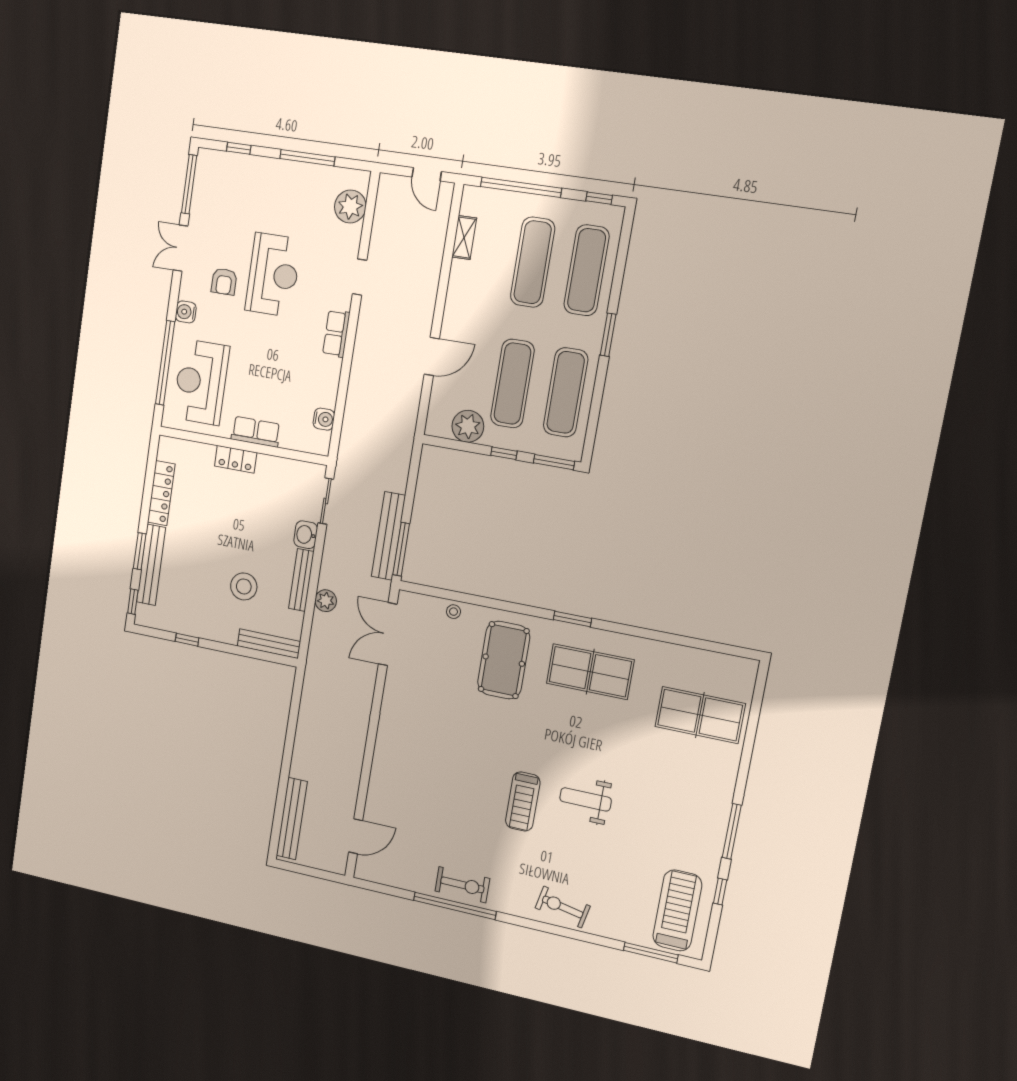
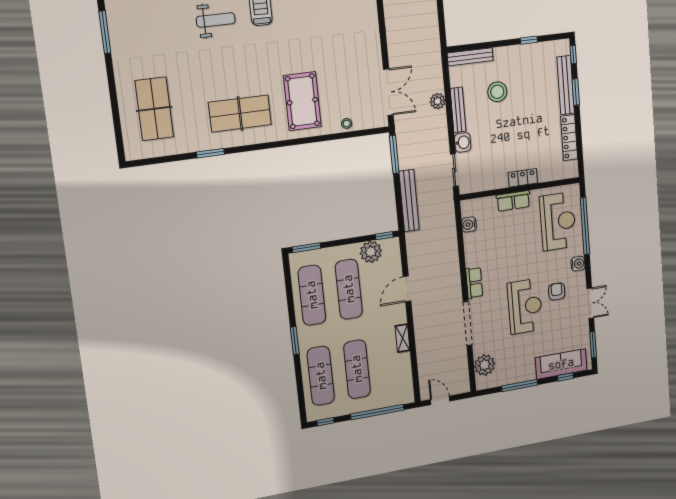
sofa: (241, 170) -> (561, 364), added
window: (189, 184) -> (593, 345), width x0.69
shelving: (464, 238) -> (403, 338), moved
reception desk: (273, 275) -> (525, 306), turned 180
doorway: (360, 277) -> (468, 323), width x1.87
window: (504, 453) -> (384, 236), moved
bench: (388, 536) -> (409, 201), moved
window: (573, 619) -> (210, 153), moved
table tennis table: (700, 715) -> (154, 109), turned 90

